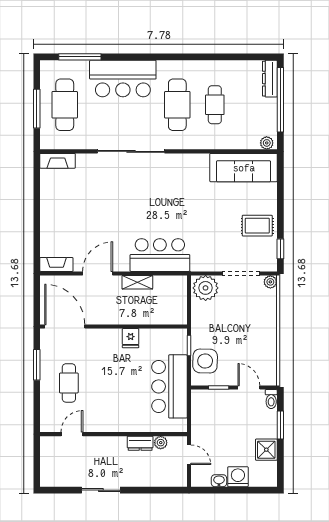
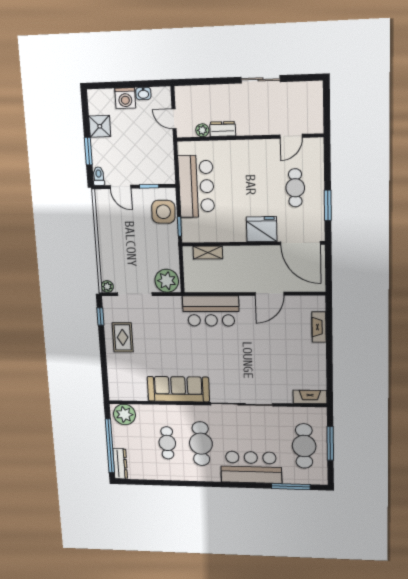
plant: (267, 143) -> (124, 414), width x1.87, depth x1.87
sofa: (244, 168) -> (178, 389), moved
rug: (257, 226) -> (123, 337), turned 90
fireplace: (56, 264) -> (319, 327), moved, turned 90
shelving: (137, 282) -> (208, 253), moved
fridge: (131, 338) -> (262, 229), moved, width x1.88, depth x1.34

